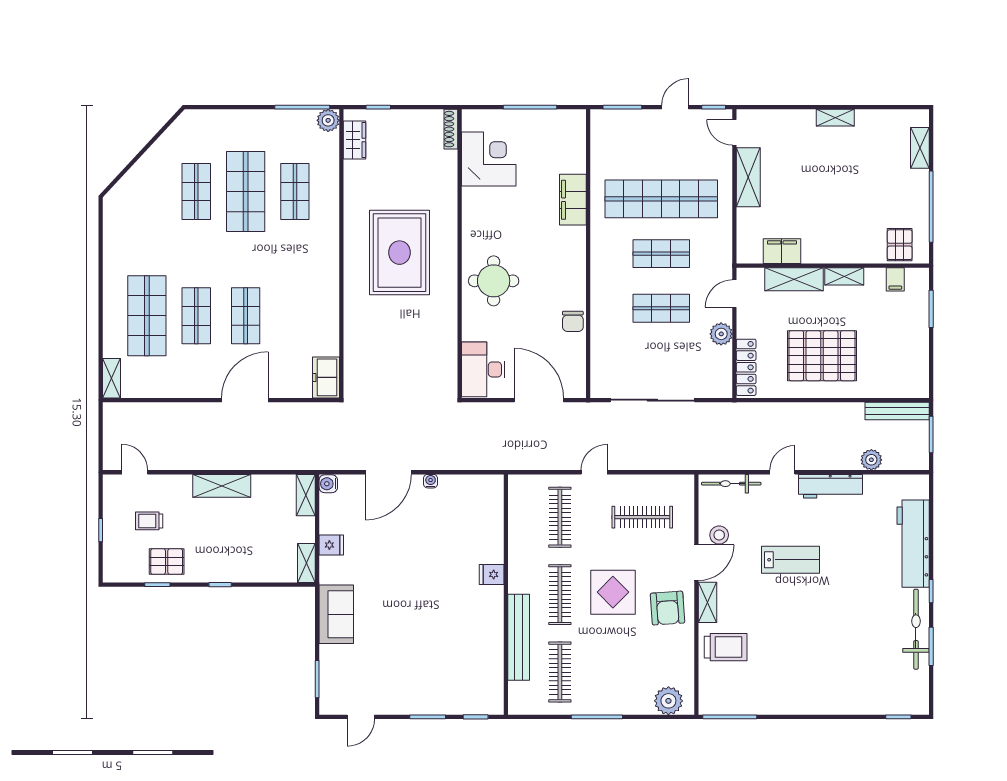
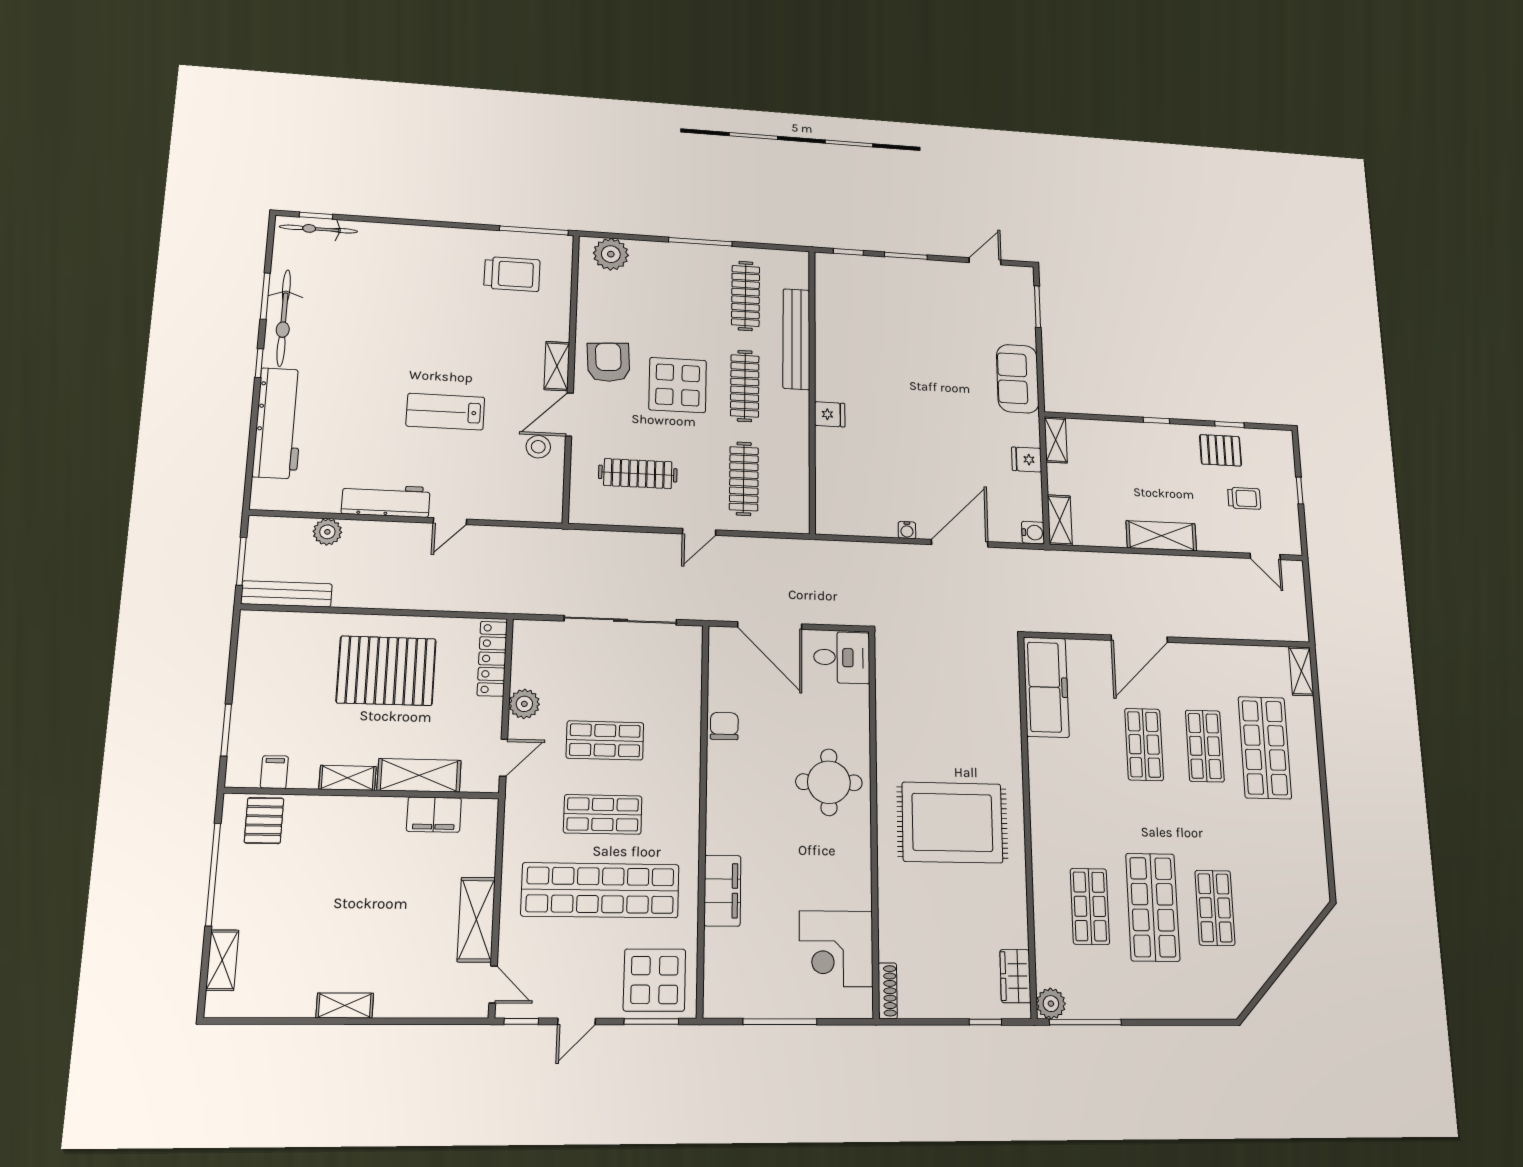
display table: (621, 136) -> (654, 980), added
rug: (400, 253) -> (952, 822), turned 90
desk: (483, 369) -> (842, 657), width x0.73
freezer: (326, 377) -> (1046, 687), width x1.91, depth x1.26
bicycle: (731, 484) -> (319, 229), moved, turned 180
trolley: (726, 647) -> (512, 274), moved, turned 180

